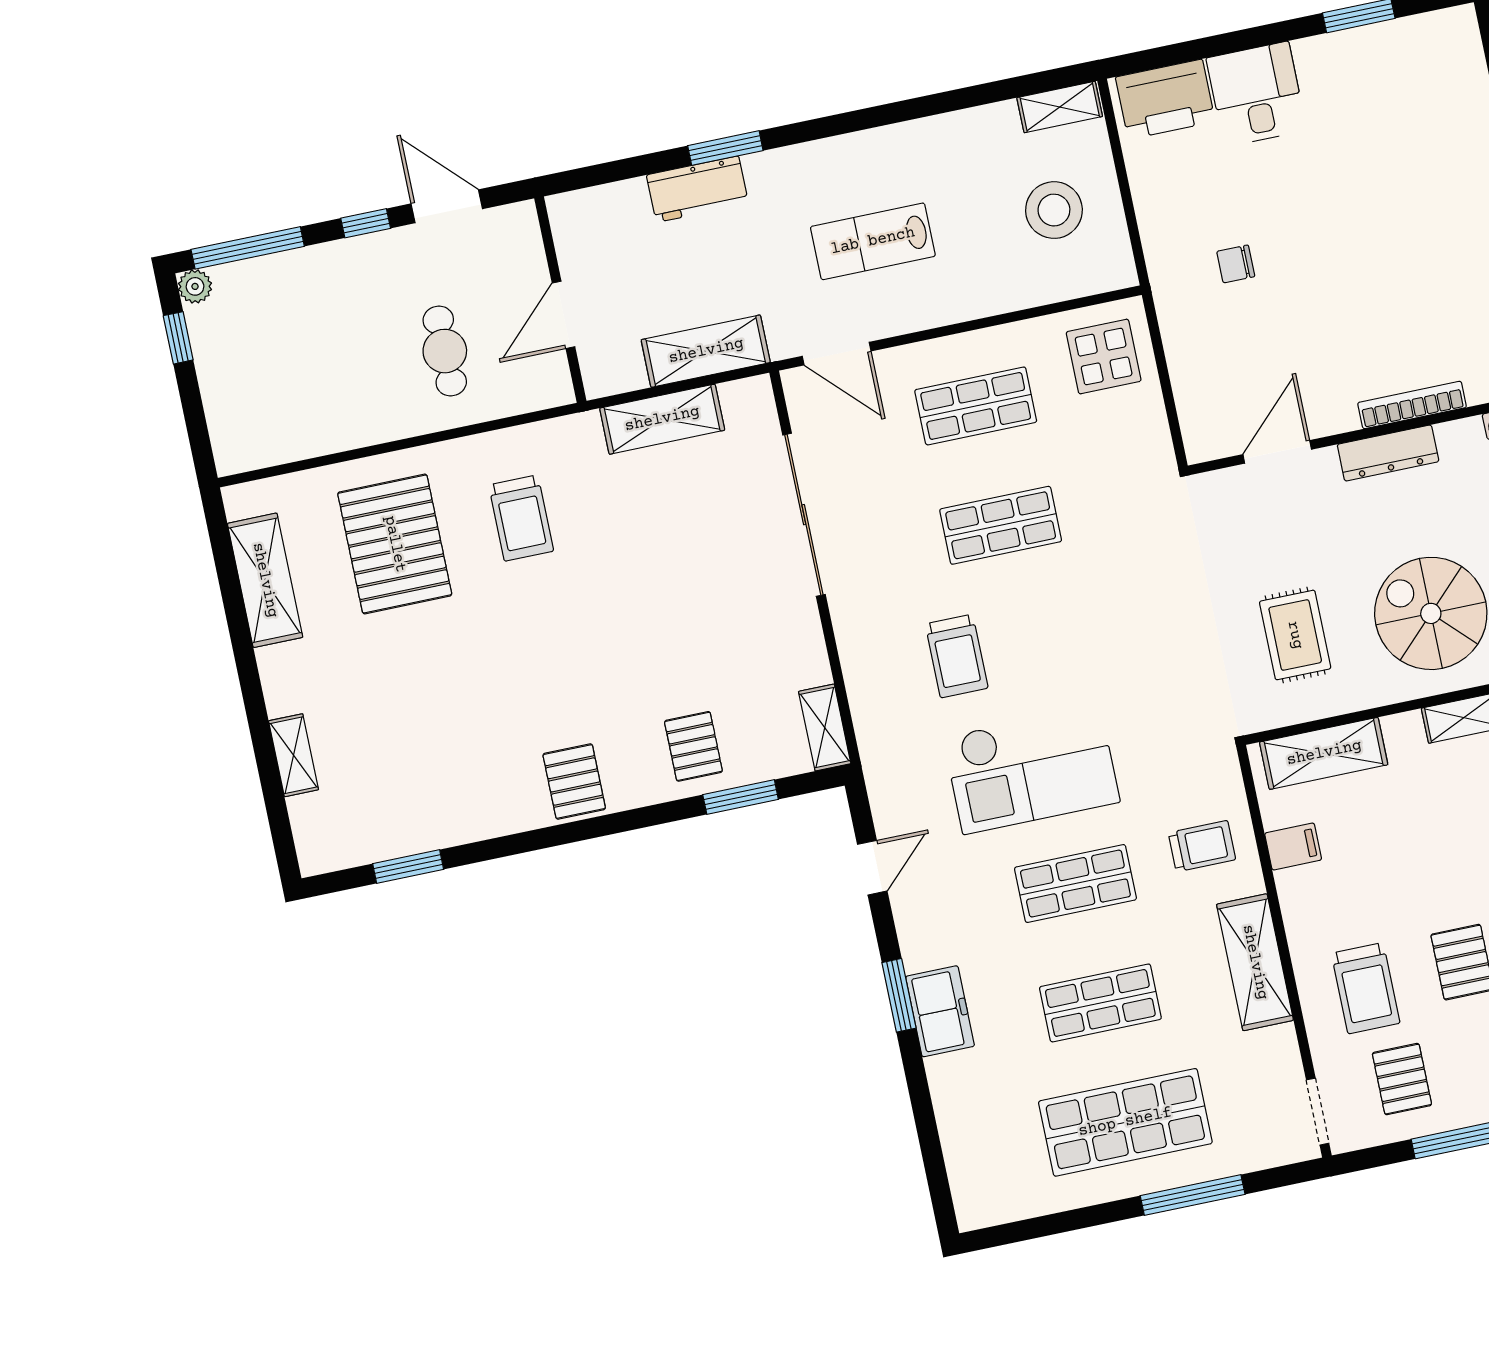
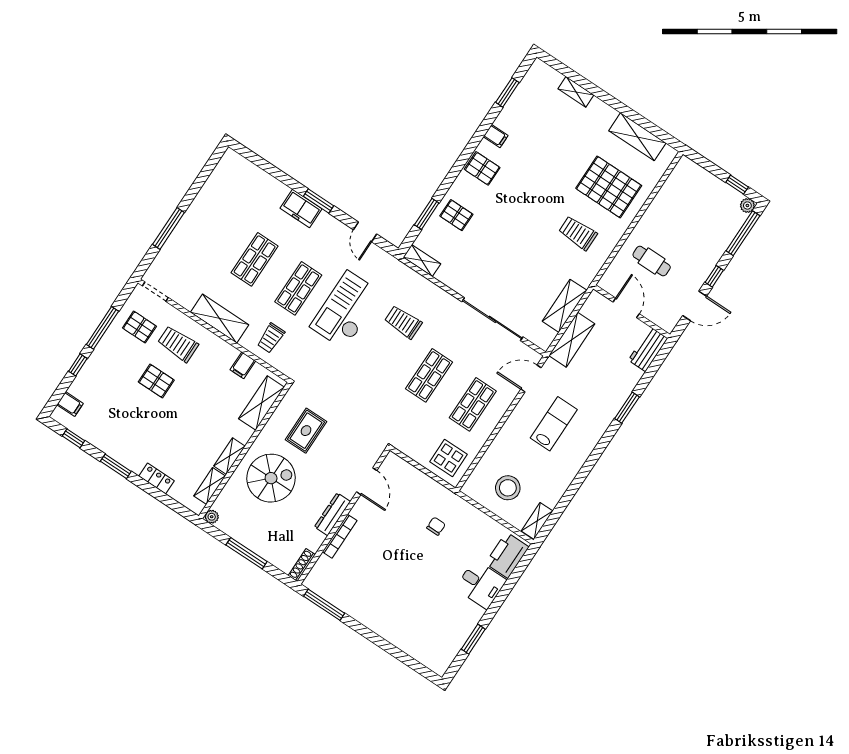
workbench: (697, 189) -> (648, 349), moved
rug: (1295, 635) -> (306, 431), turned 90
filing cabinet: (499, 813) -> (496, 136), added
shop shelf: (1125, 1122) -> (211, 230), removed

